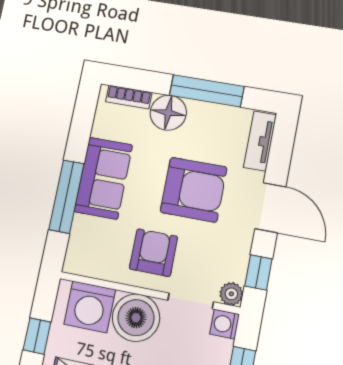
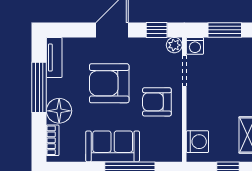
tv unit: (260, 141) -> (54, 57), moved, turned -90
armchair: (194, 190) -> (109, 83), turned -90
washing machine: (90, 307) -> (197, 142), width x0.73, depth x0.73
boiler: (136, 318) -> (202, 105), removed

